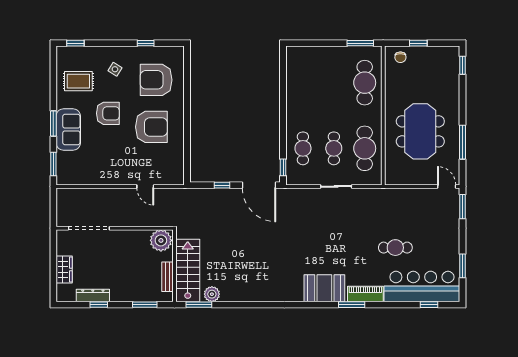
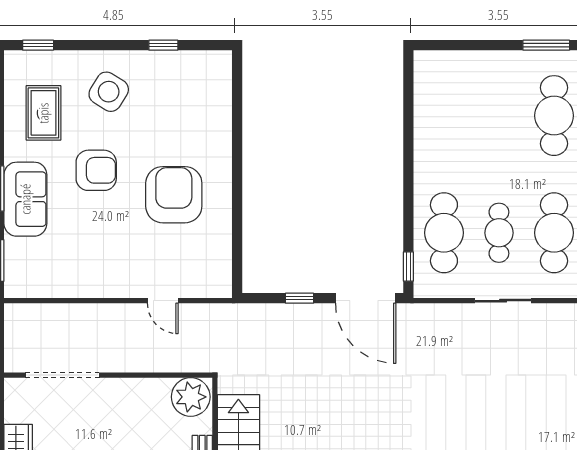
side table: (115, 69) -> (109, 92), width x1.87, depth x1.87
armchair: (156, 80) -> (182, 111), removed
rug: (78, 81) -> (43, 113), turned 90
armchair: (151, 127) -> (174, 195), turned -90
cafe table: (303, 148) -> (444, 233), width x1.37, depth x1.35

